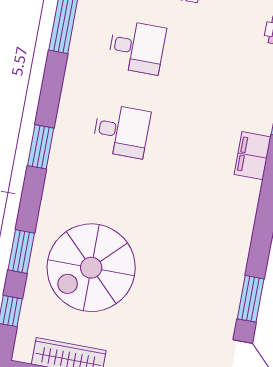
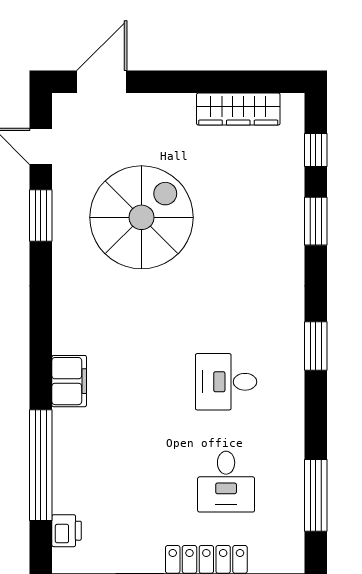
desk: (137, 47) -> (226, 482), turned -90
spiral stairs: (91, 268) -> (142, 217), moved

